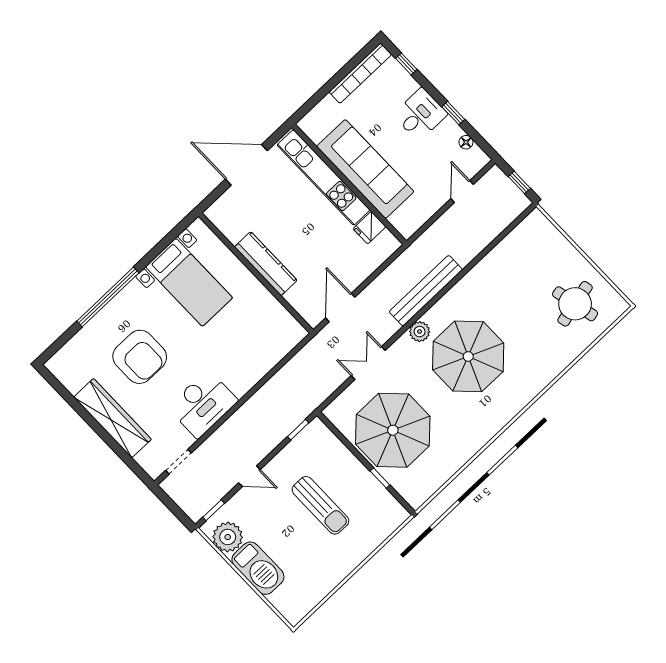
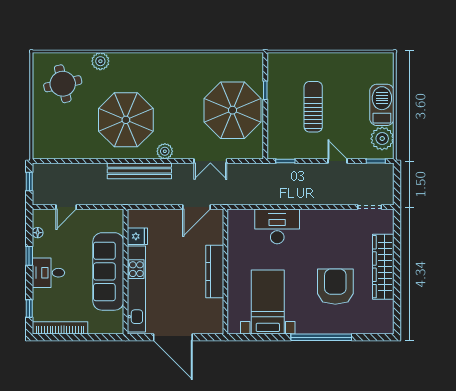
parasol: (468, 356) -> (126, 120), moved
plant: (560, 358) -> (100, 61), added
desk: (203, 404) -> (277, 226), moved

